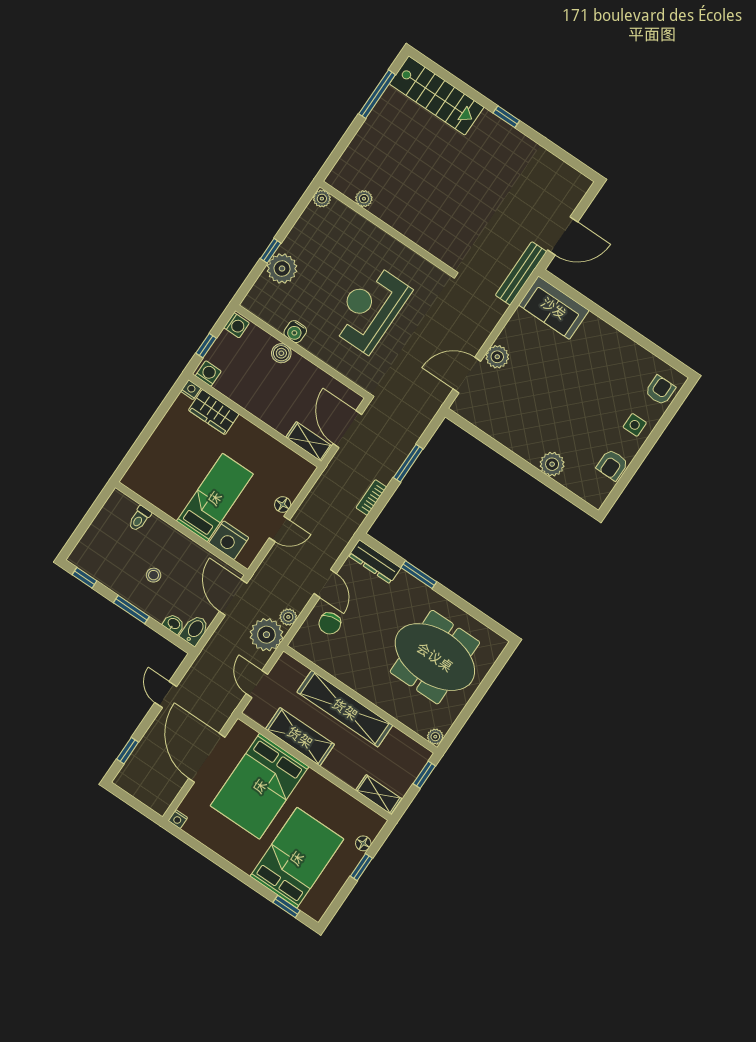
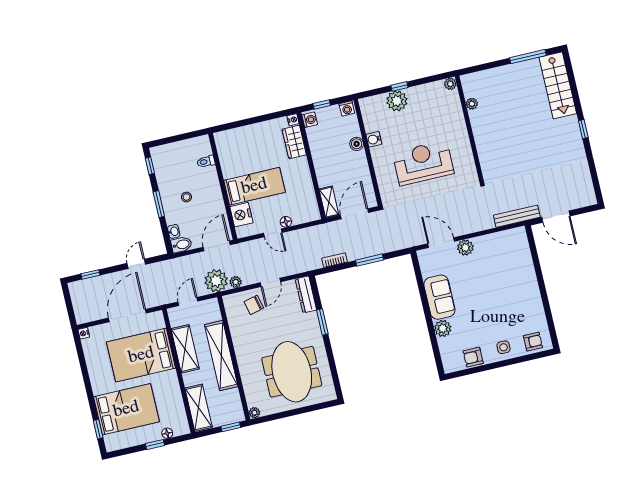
sofa: (554, 308) -> (439, 297), moved, turned 180
shelving: (379, 794) -> (199, 408), width x1.50, depth x1.33

